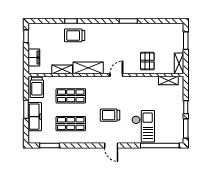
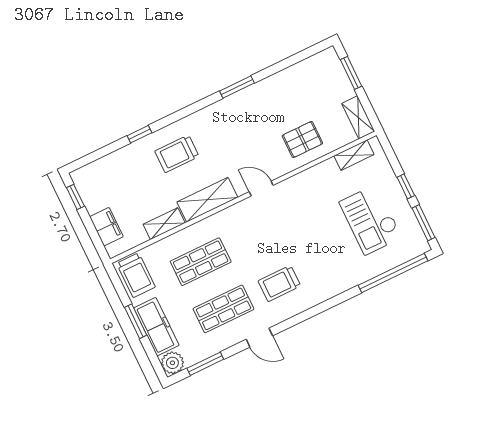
trolley: (75, 35) -> (177, 154), moved
pallet: (147, 61) -> (302, 140), turned 90
door: (116, 75) -> (261, 189), hinge flipped
trolley: (110, 115) -> (279, 283), moved
checkout: (143, 126) -> (371, 220), moved, turned 180
plant: (34, 138) -> (172, 363), added
door: (111, 145) -> (259, 338), moved

